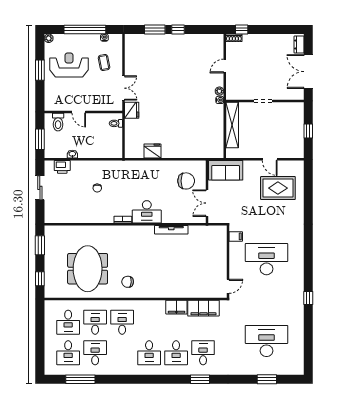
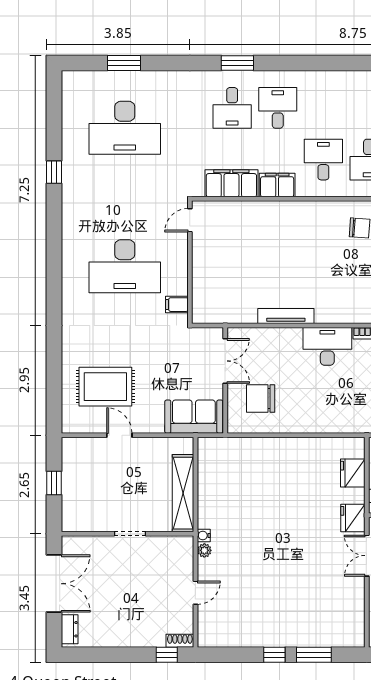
fridge: (152, 151) -> (353, 473), moved, turned 90
window: (308, 298) -> (54, 172), moved
desk: (149, 353) -> (323, 160), moved

